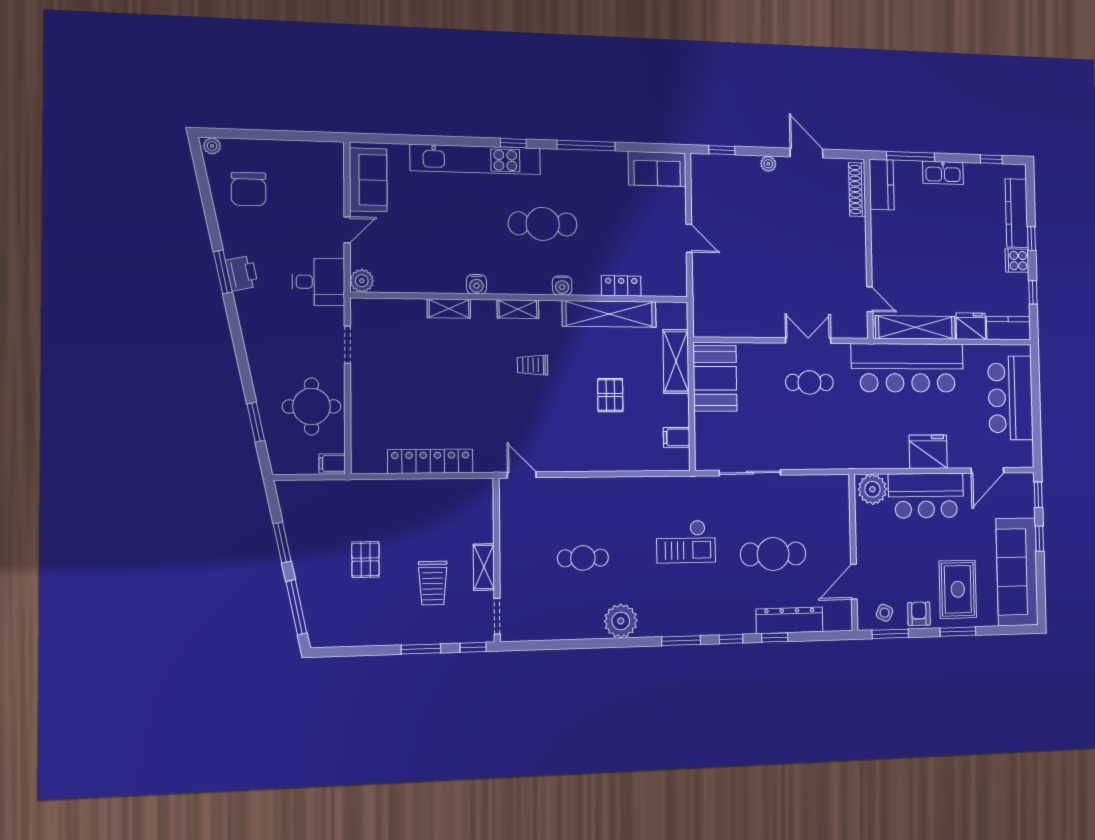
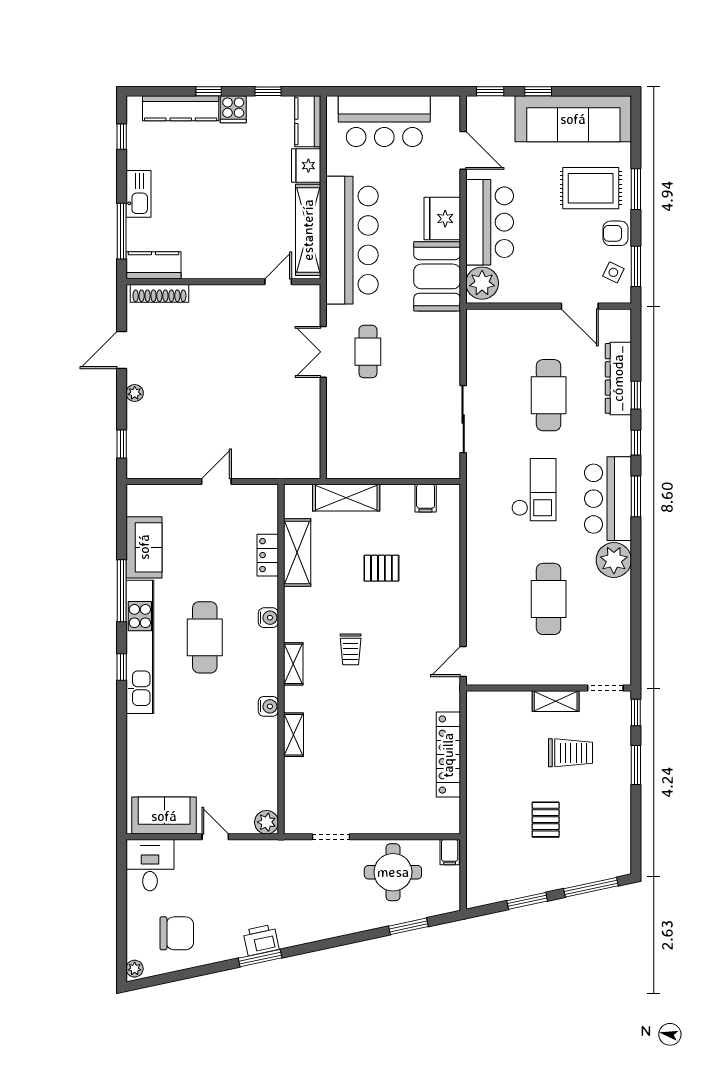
kitchen unit: (476, 159) -> (140, 647), moved
sofa: (657, 169) -> (144, 547), moved
desk: (318, 282) -> (150, 865), moved
shelving: (609, 314) -> (297, 553), width x0.68
booth: (715, 378) -> (437, 276), moved, turned 90
cafe table: (583, 558) -> (549, 599), width x1.37, depth x1.35
pallet: (365, 559) -> (546, 820), turned 90
bar counter: (679, 614) -> (608, 499), added

